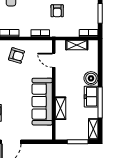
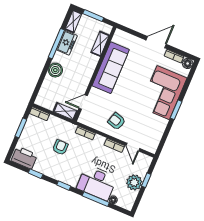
shelving: (77, 45) -> (65, 111), moved
door: (54, 60) -> (83, 102), swing flipped
freezer: (91, 97) -> (67, 43), moved
shelving: (61, 108) -> (100, 44), moved

